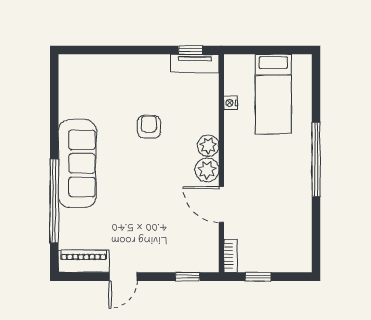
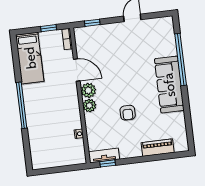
bed: (273, 94) -> (30, 58), moved, turned 180
piano: (84, 261) -> (158, 148), moved, turned 180

